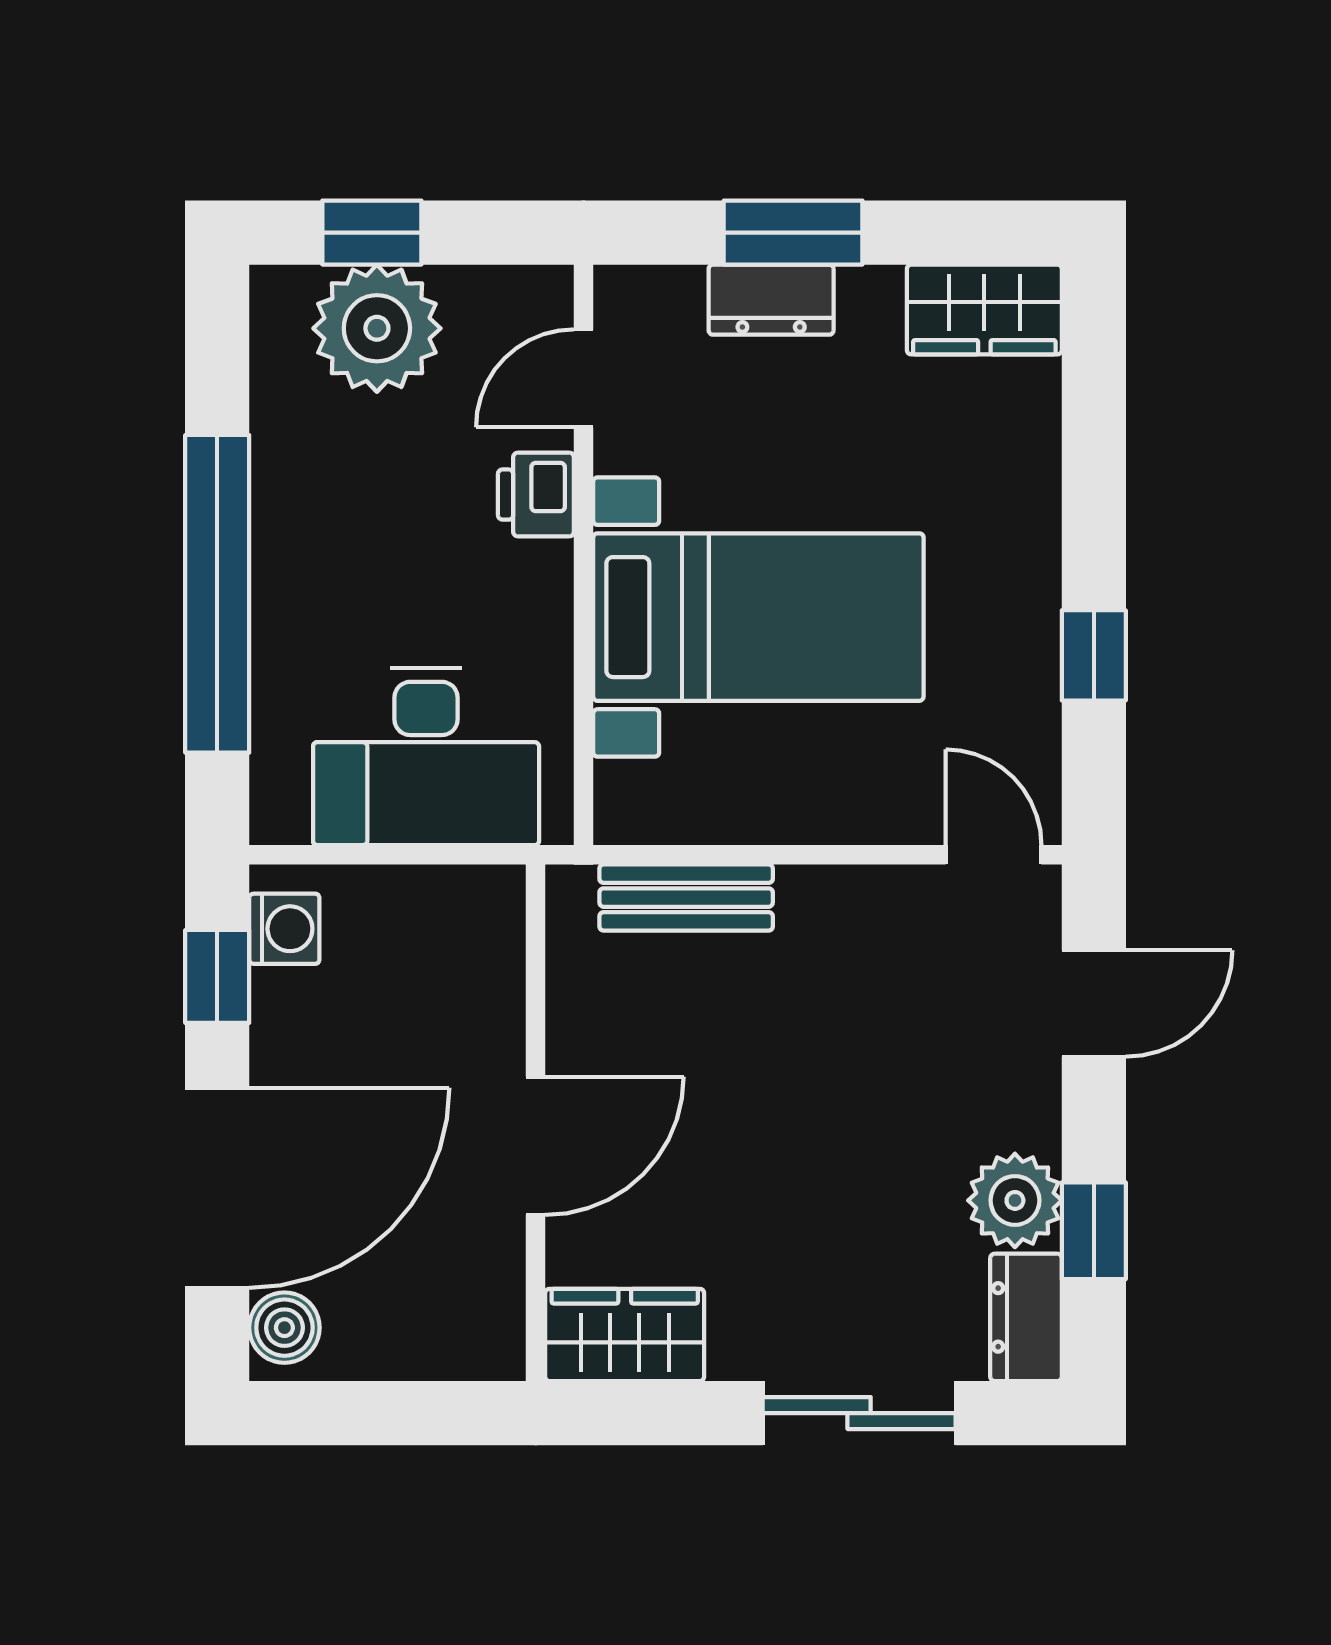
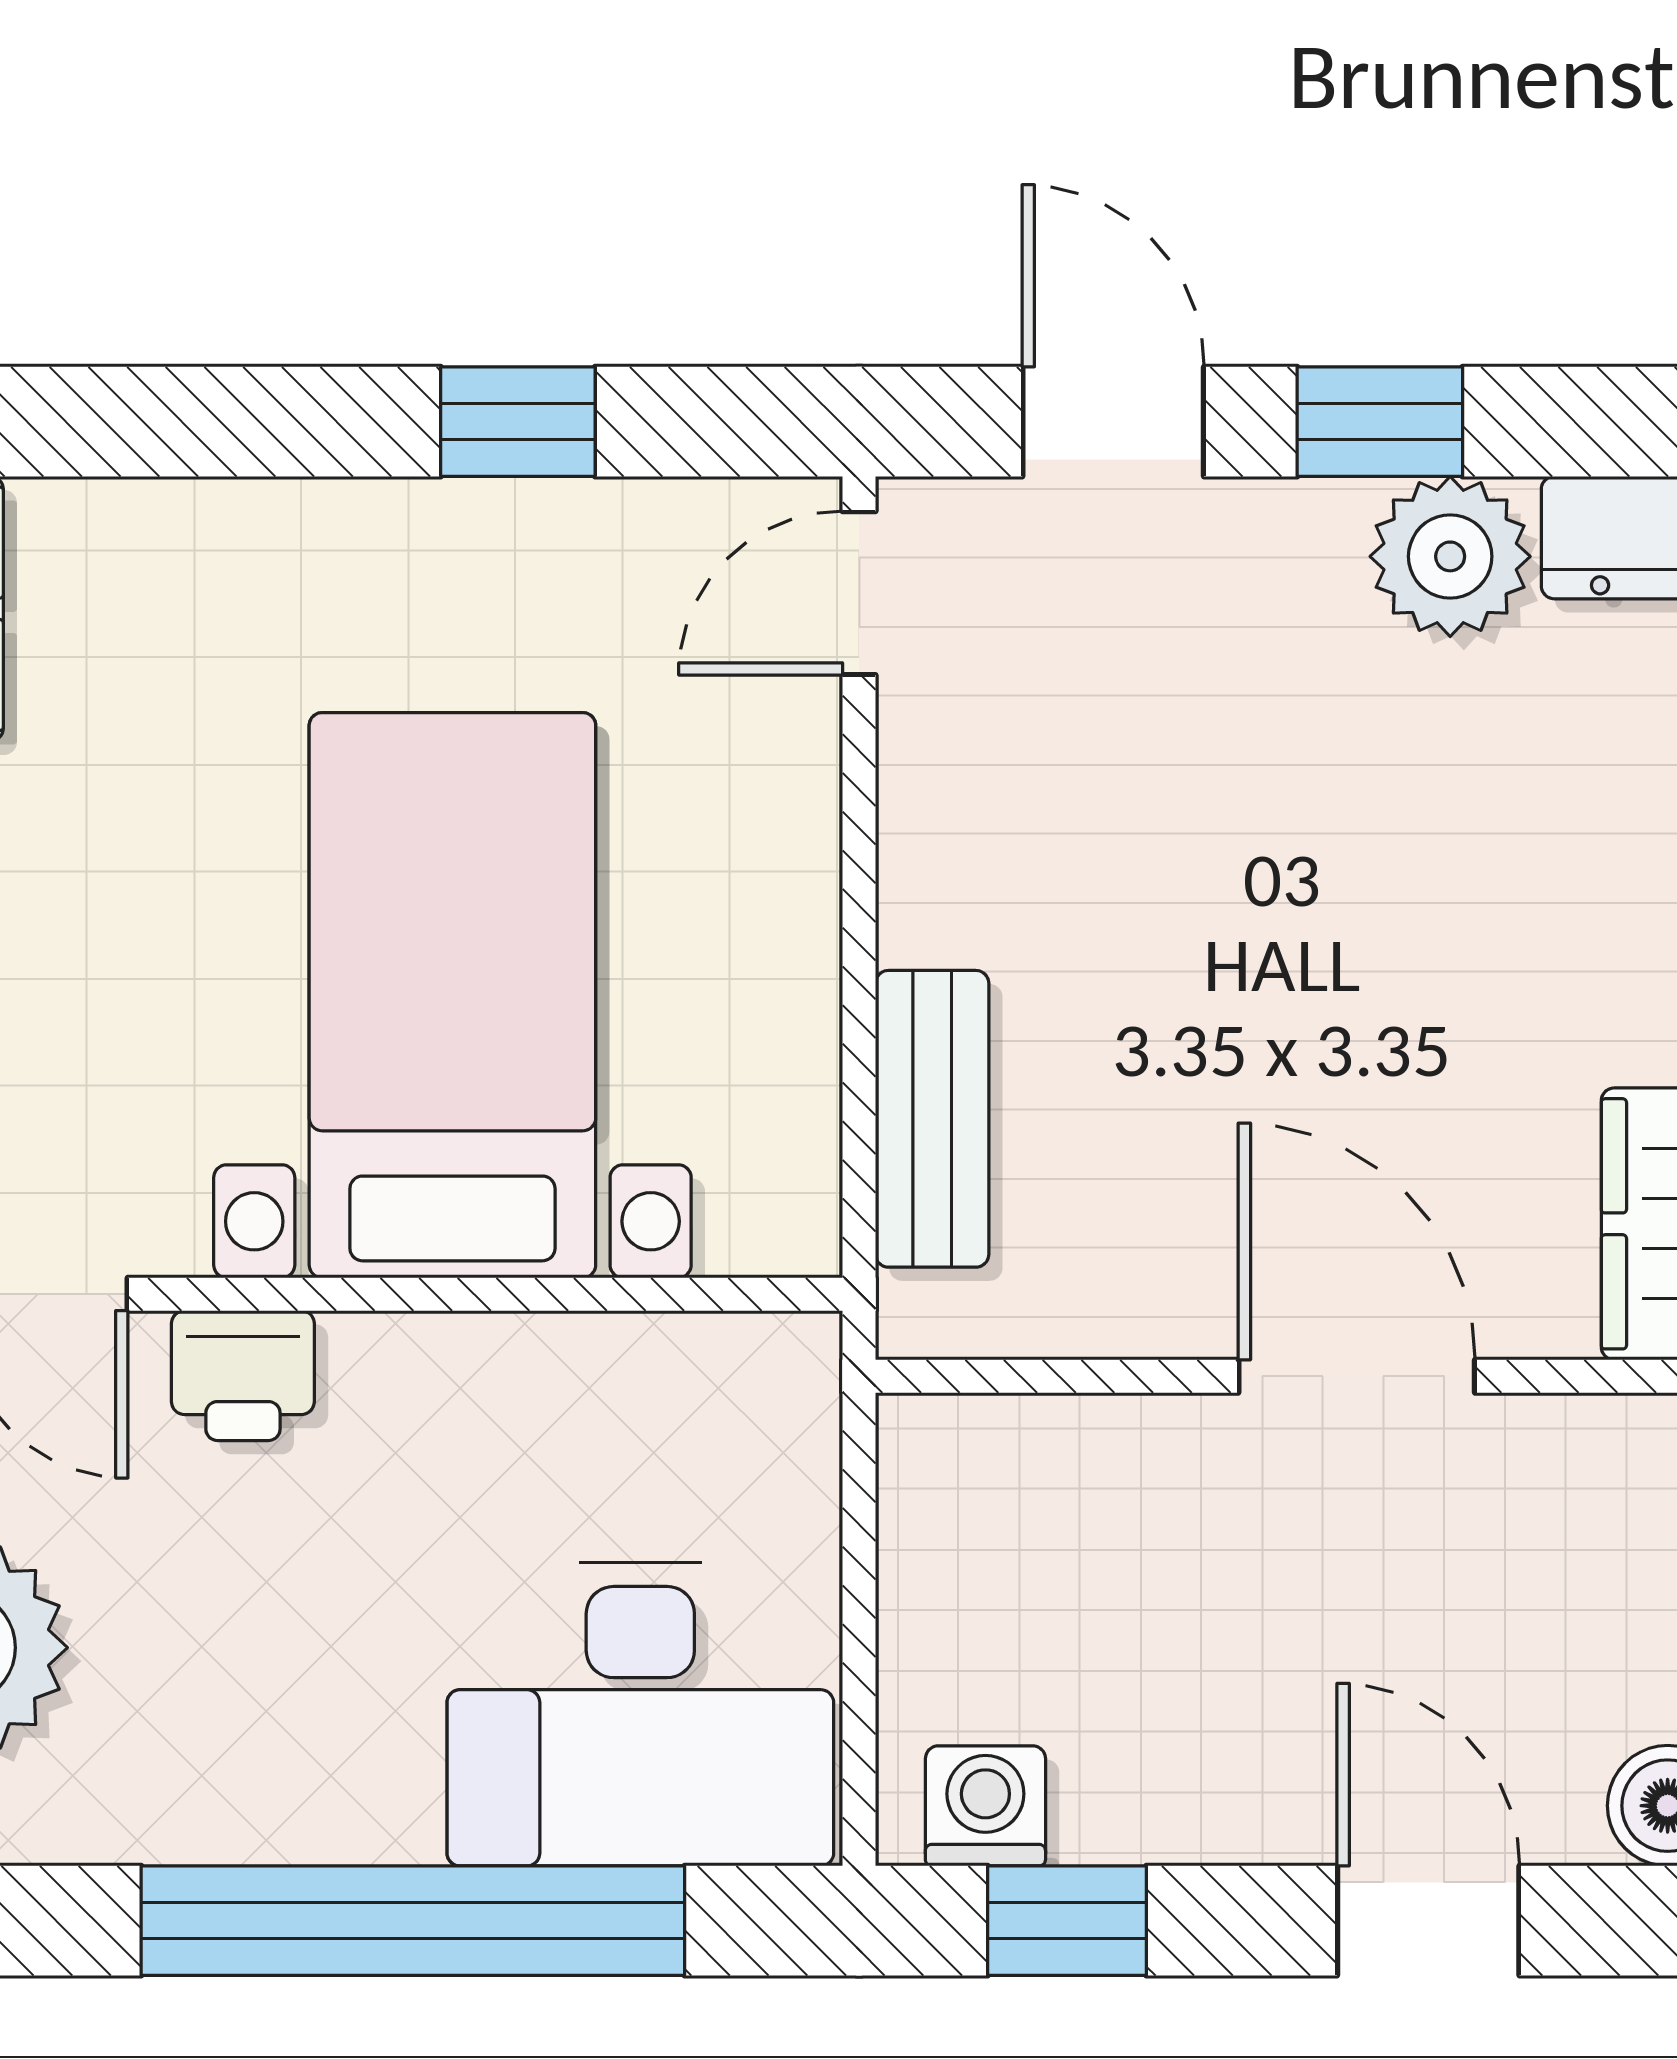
desk: (426, 756) -> (640, 1714), moved, turned 90
door: (217, 1188) -> (1428, 1921), width x0.53
window: (1094, 1231) -> (1380, 422), moved

